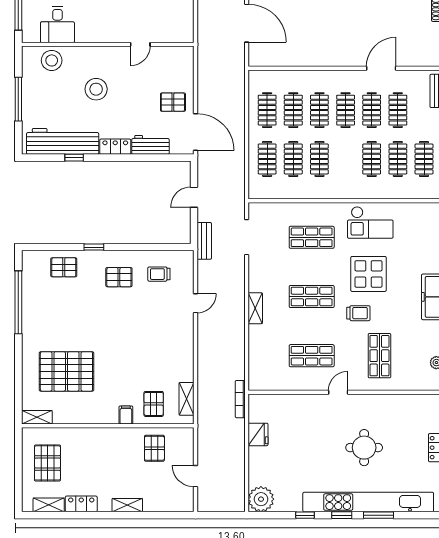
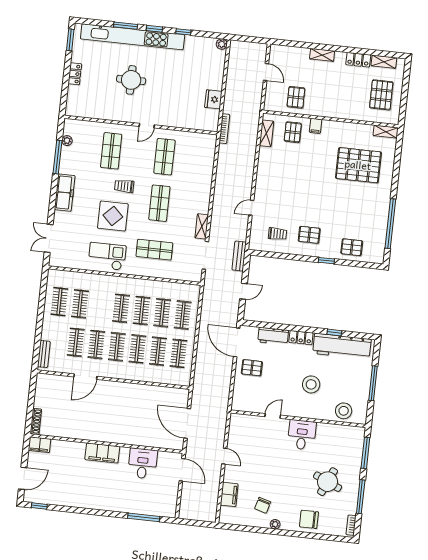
desk: (57, 25) -> (302, 435), moved
clothes rail: (372, 159) -> (121, 308), moved
shop shelf: (312, 296) -> (159, 203), turned 90
shelving: (255, 308) -> (202, 226), moved
shop shelf: (312, 356) -> (164, 157), turned 90
plant: (261, 499) -> (222, 44), width x0.53, depth x0.53

